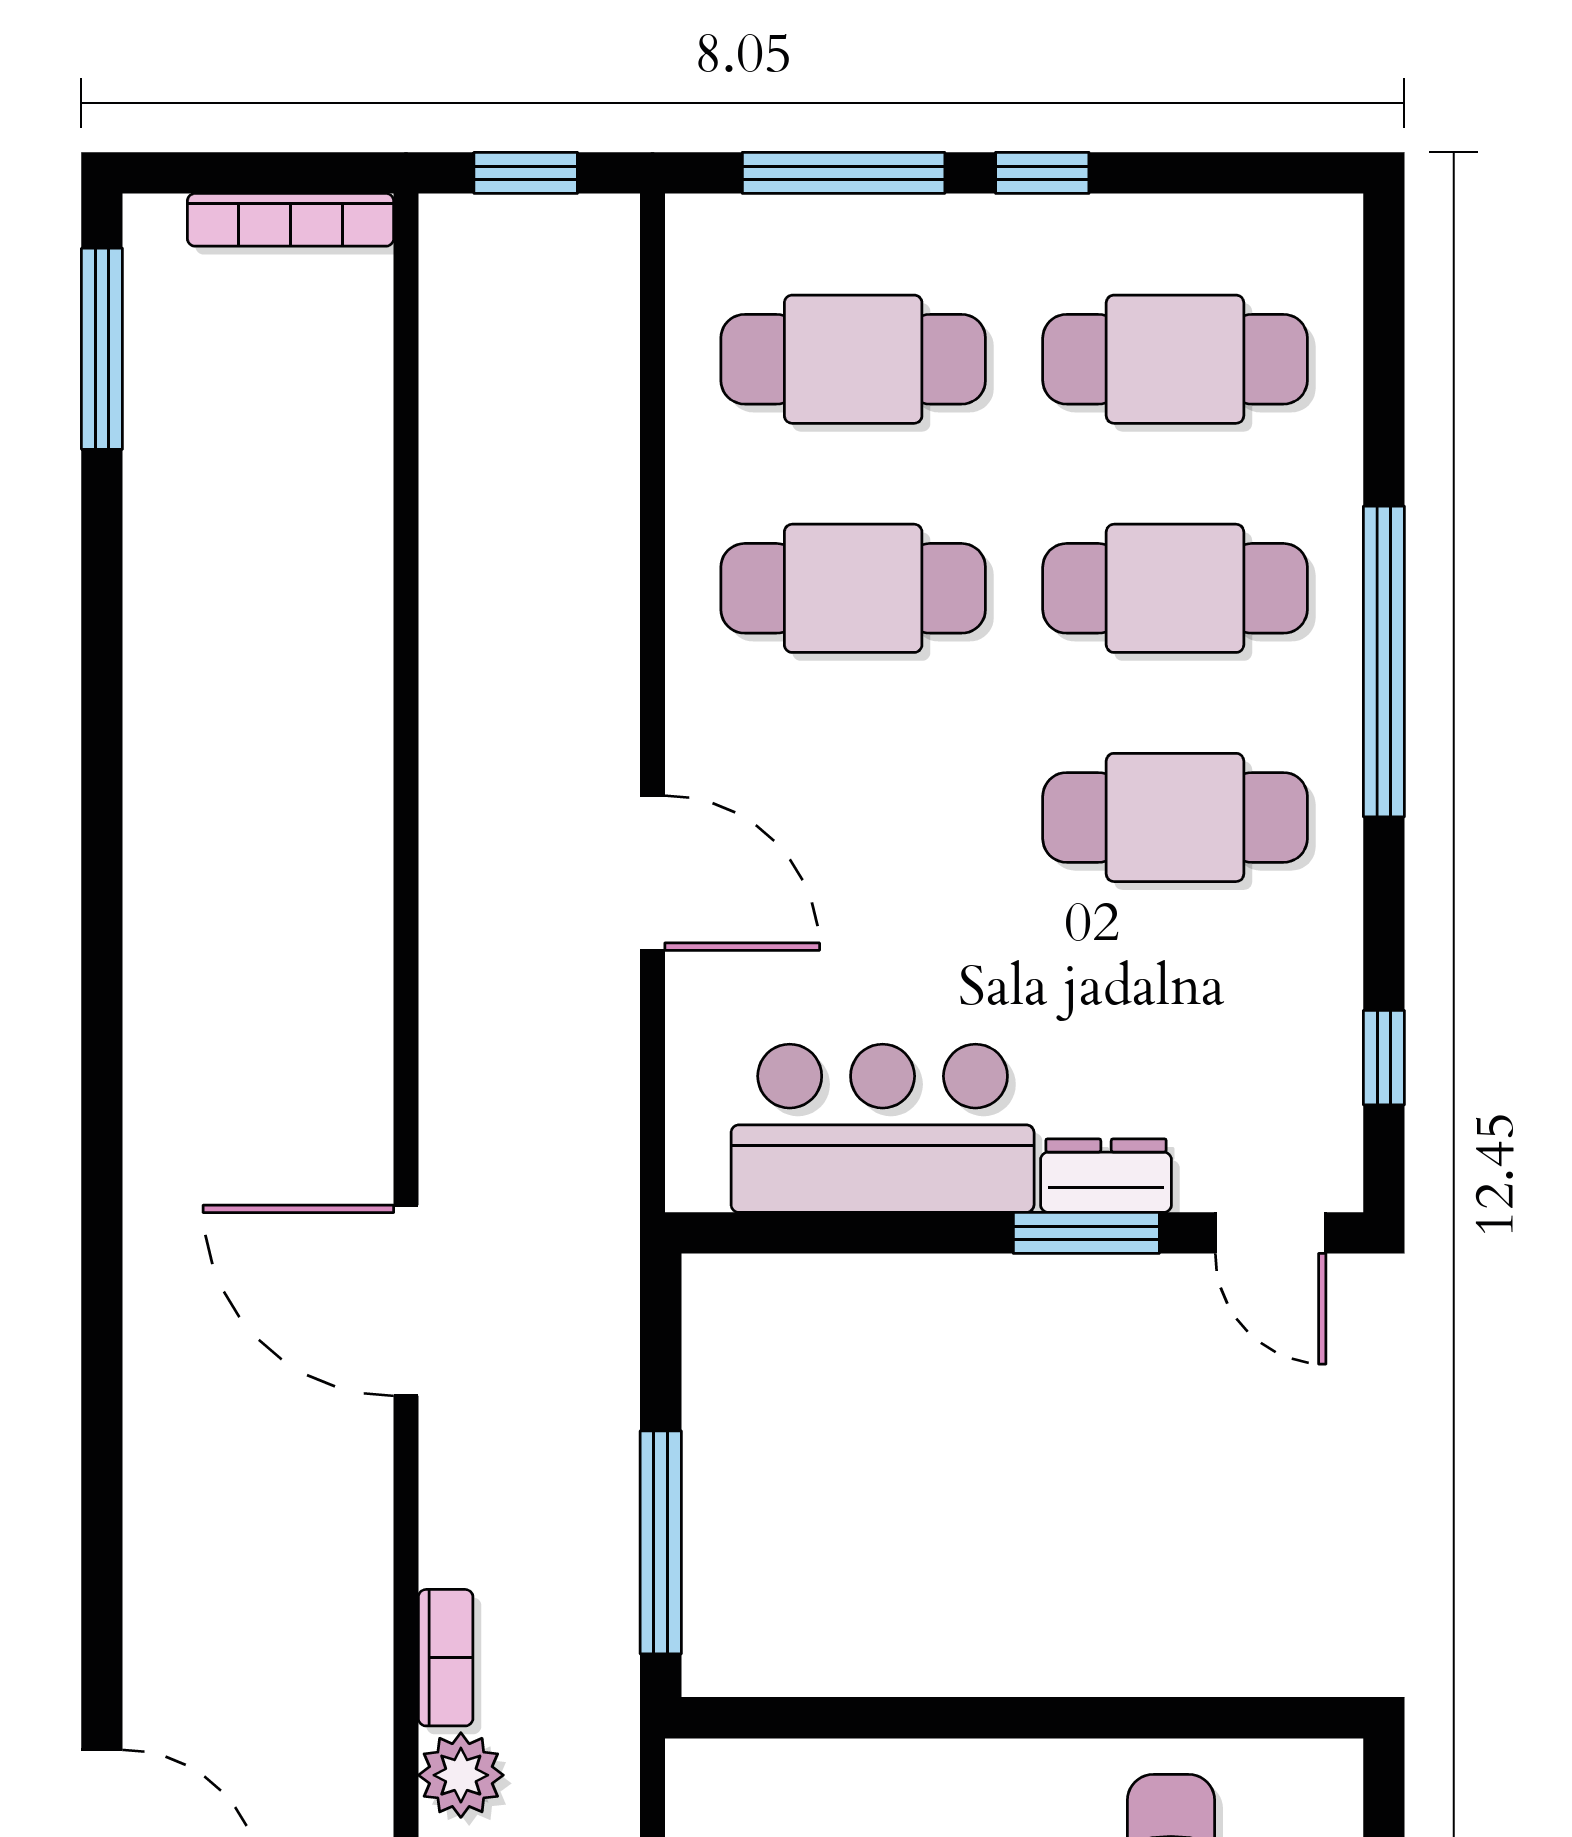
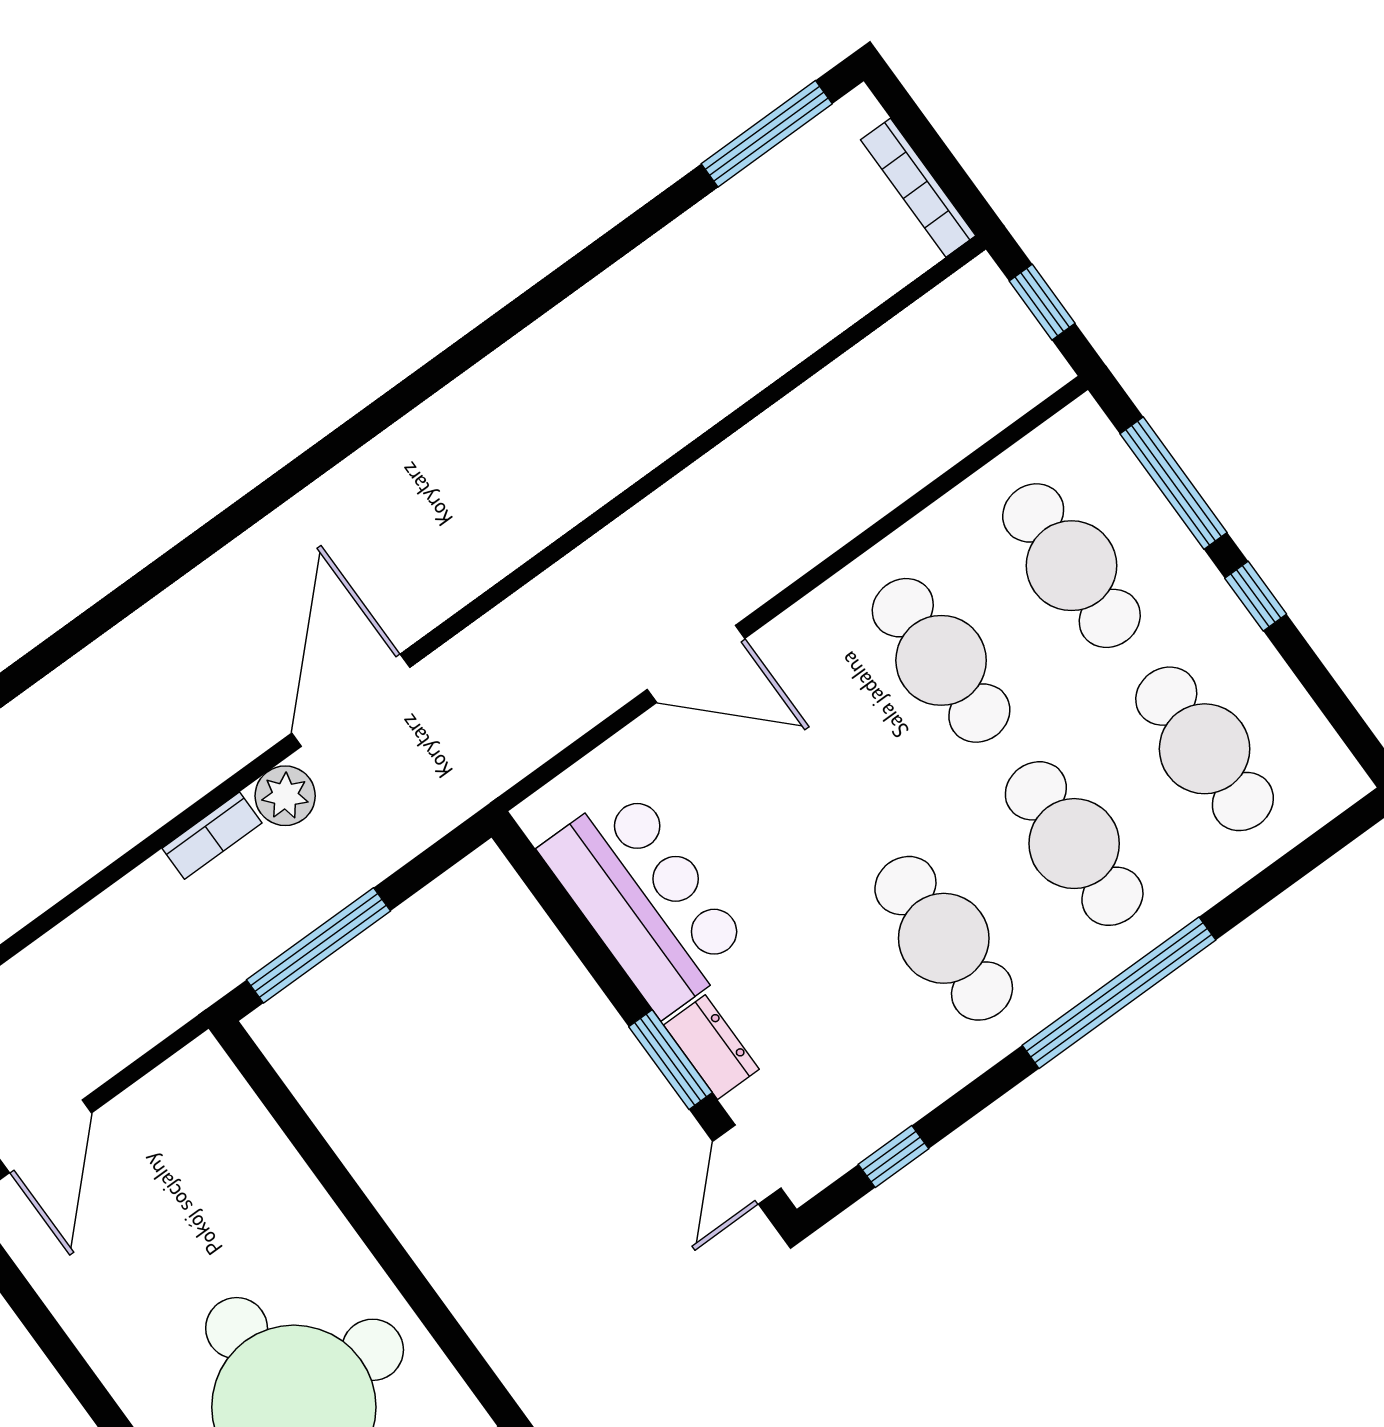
door: (653, 873) -> (696, 664), hinge flipped
bookcase: (446, 1658) -> (212, 836), moved
plant: (461, 1775) -> (285, 796), moved

